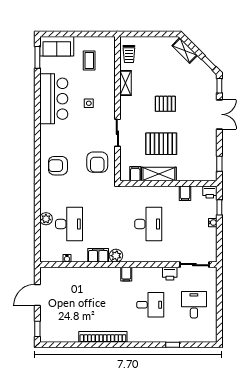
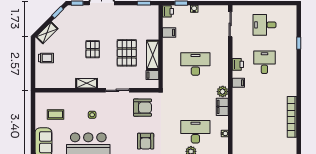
trolley: (129, 54) -> (46, 58), moved
shelving: (126, 83) -> (87, 83), moved
printer: (170, 274) -> (238, 64), moved
bookcase: (103, 337) -> (292, 117), moved

